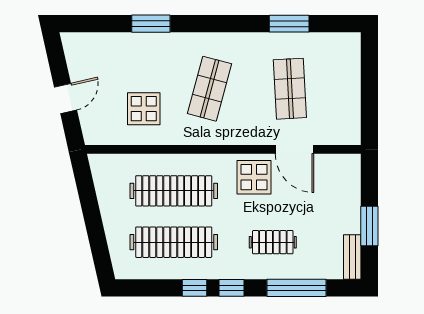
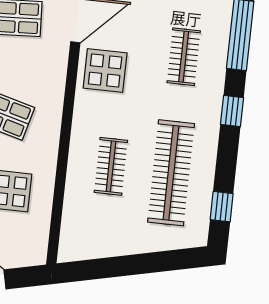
clothes rail: (174, 191) -> (111, 166), width x0.54, depth x0.76
window: (195, 288) -> (222, 207), moved

